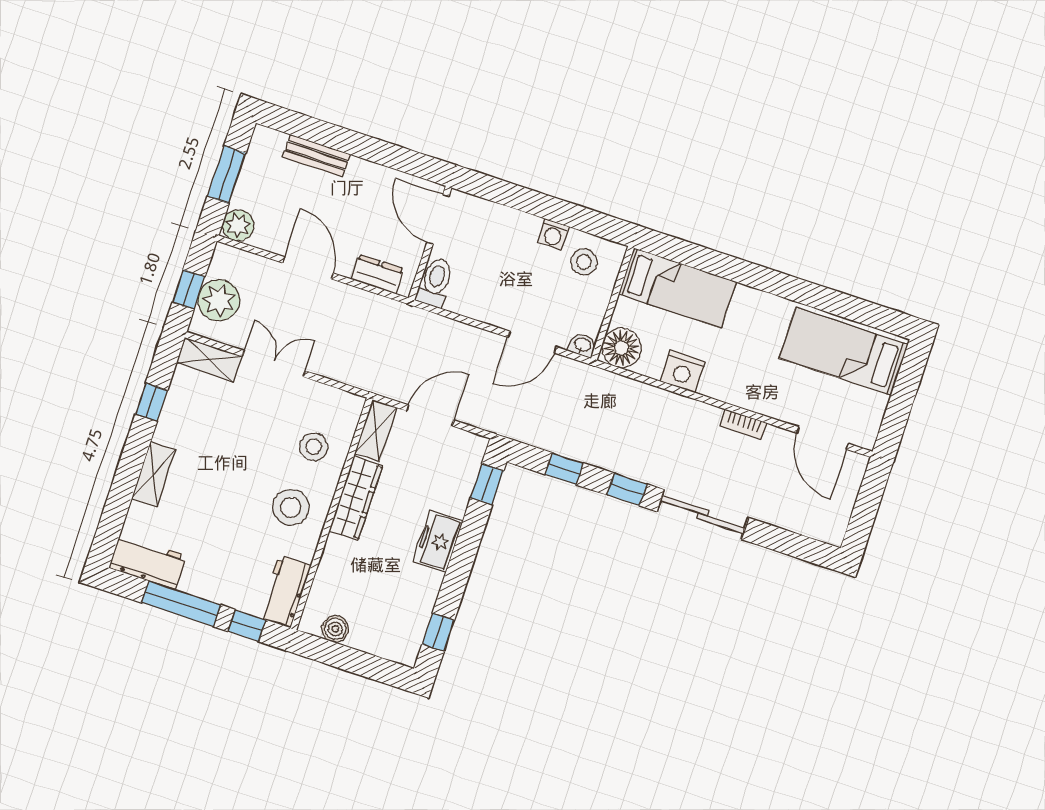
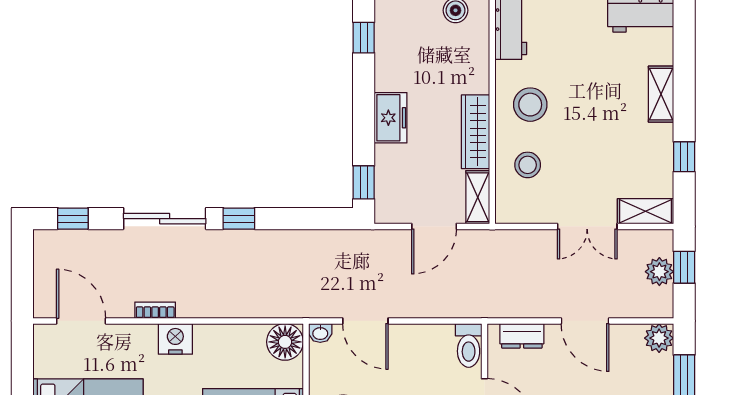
plant: (219, 300) -> (659, 272), width x0.73, depth x0.73
door: (532, 342) -> (365, 321), swing flipped
nightstand: (683, 372) -> (175, 339), moved
window: (564, 469) -> (73, 219), moved

